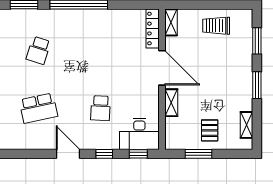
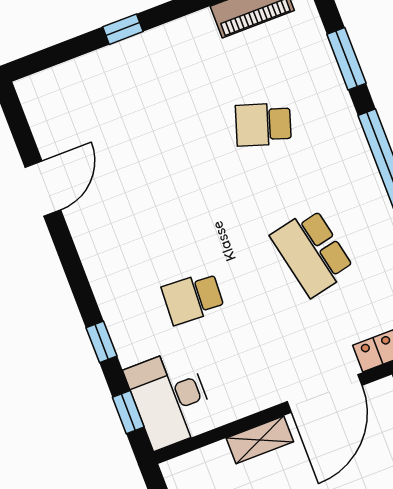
school desk: (38, 108) -> (312, 253), moved
door: (68, 154) -> (43, 189), moved

